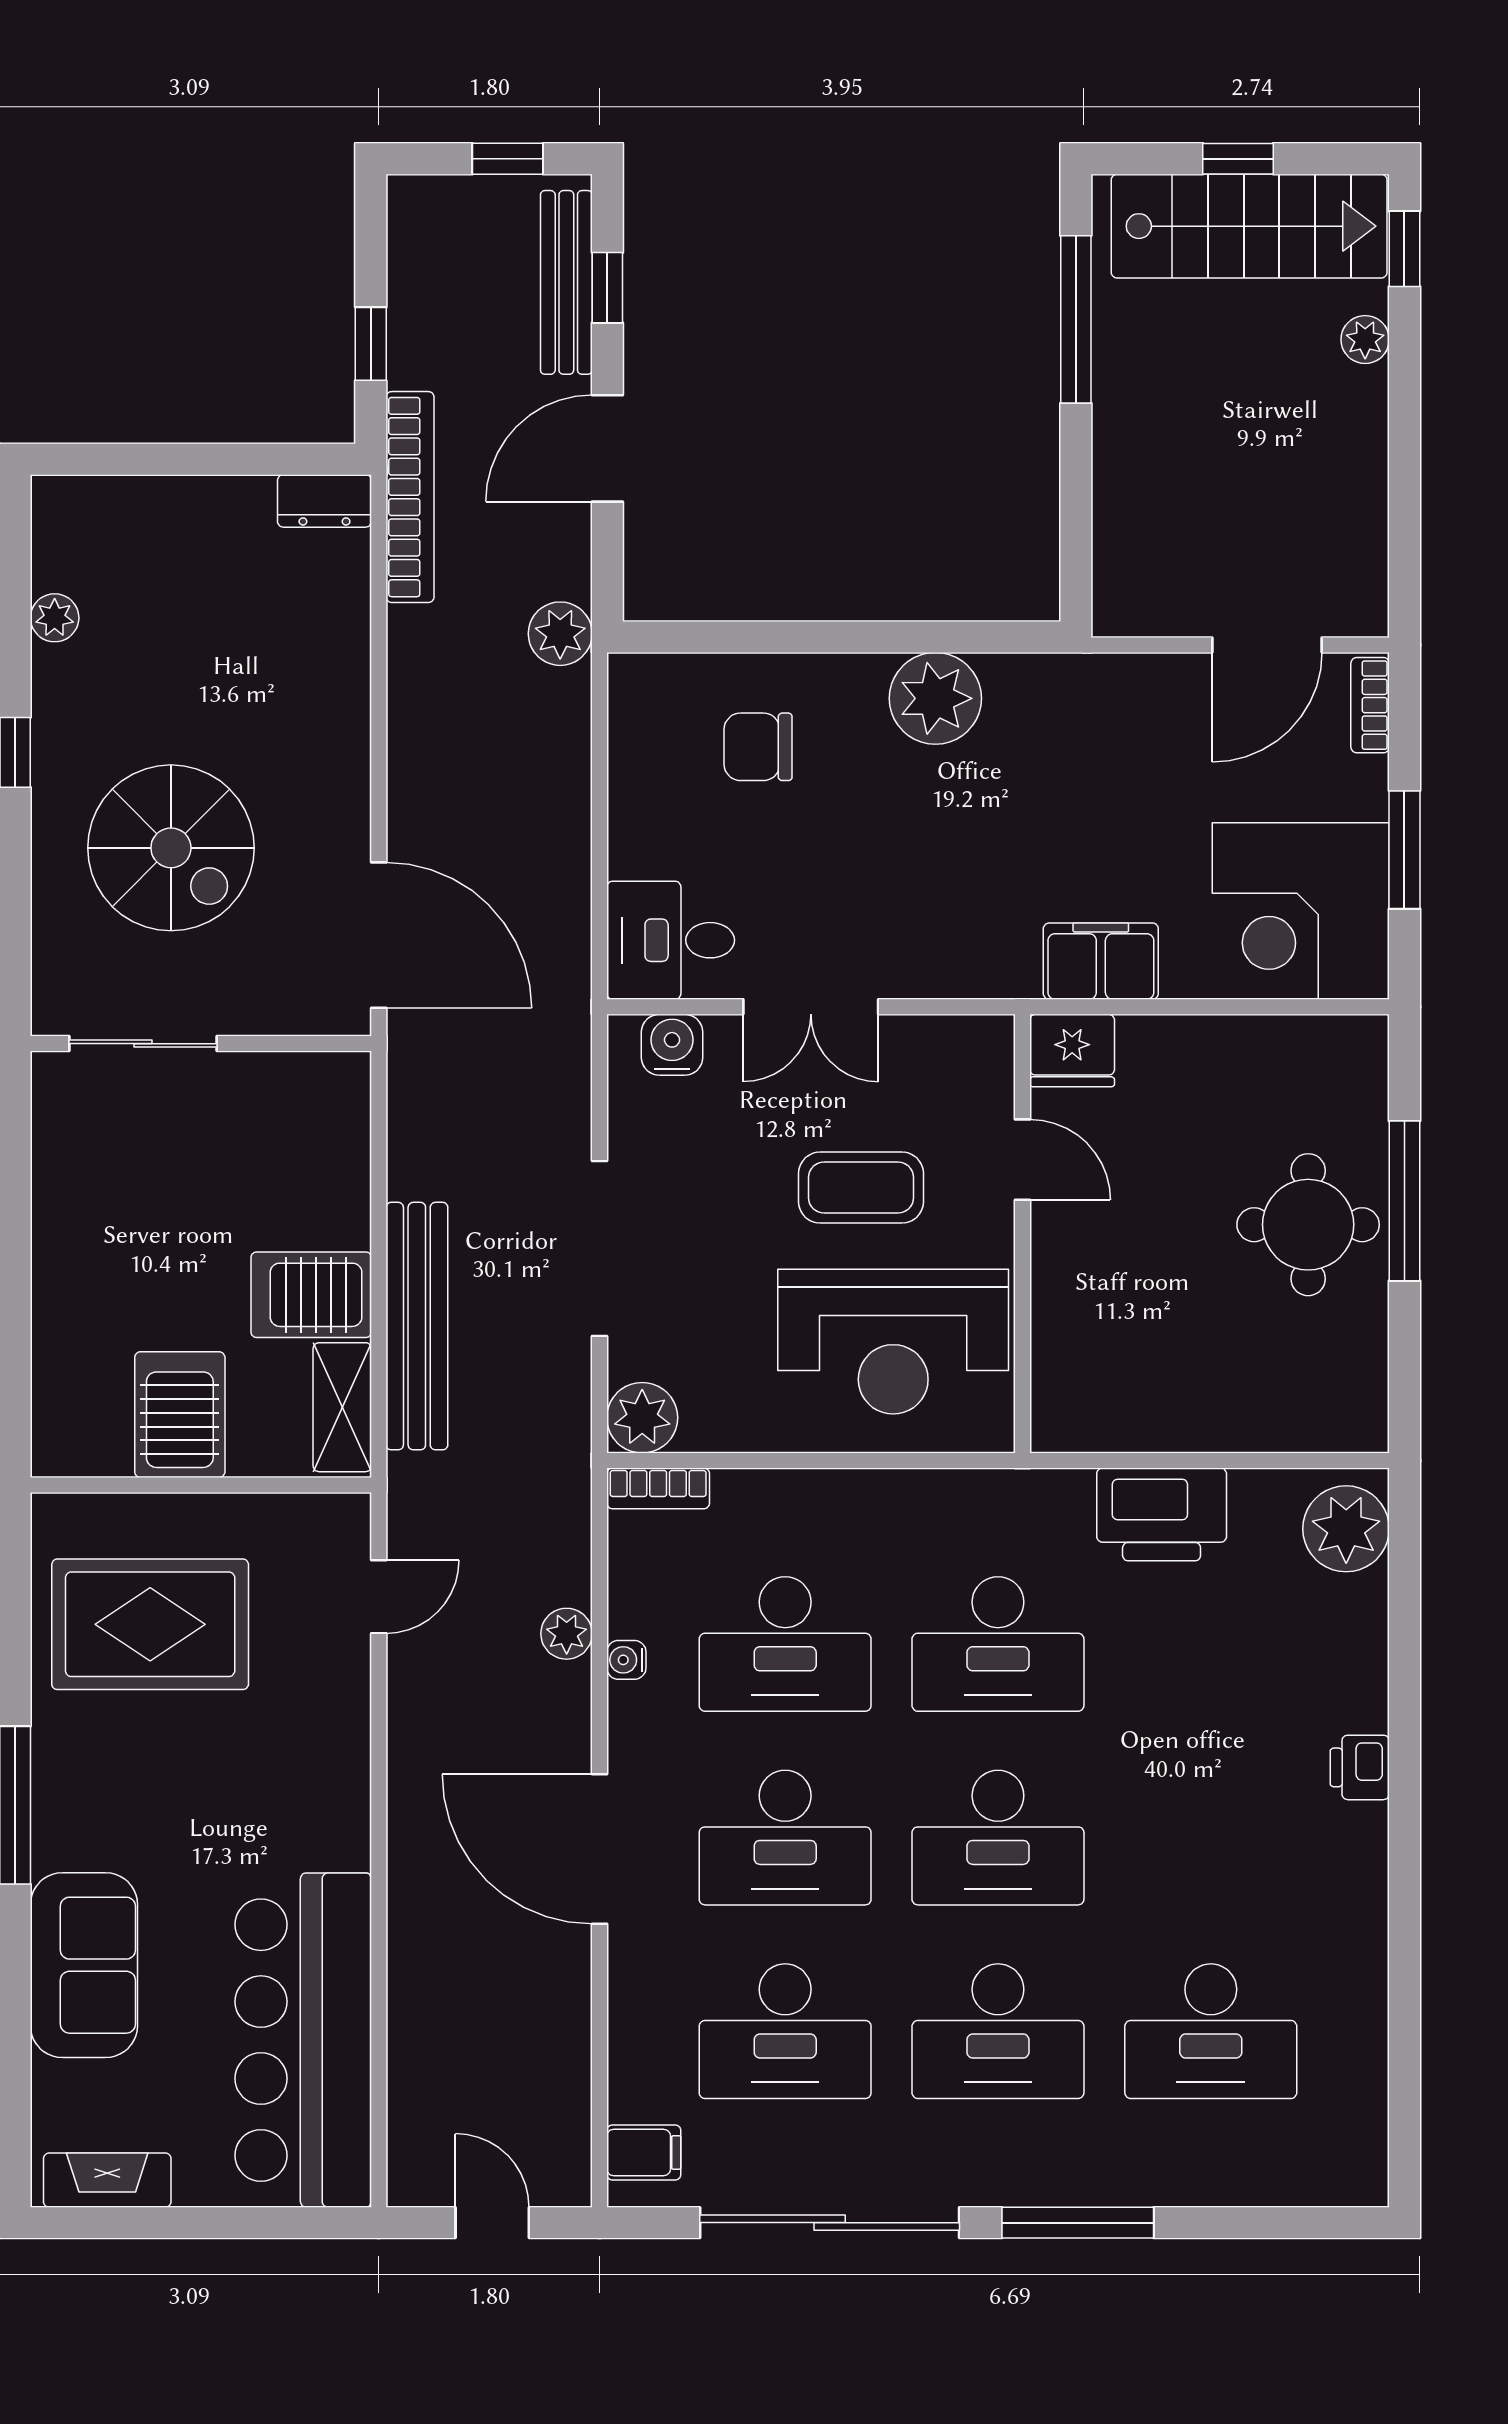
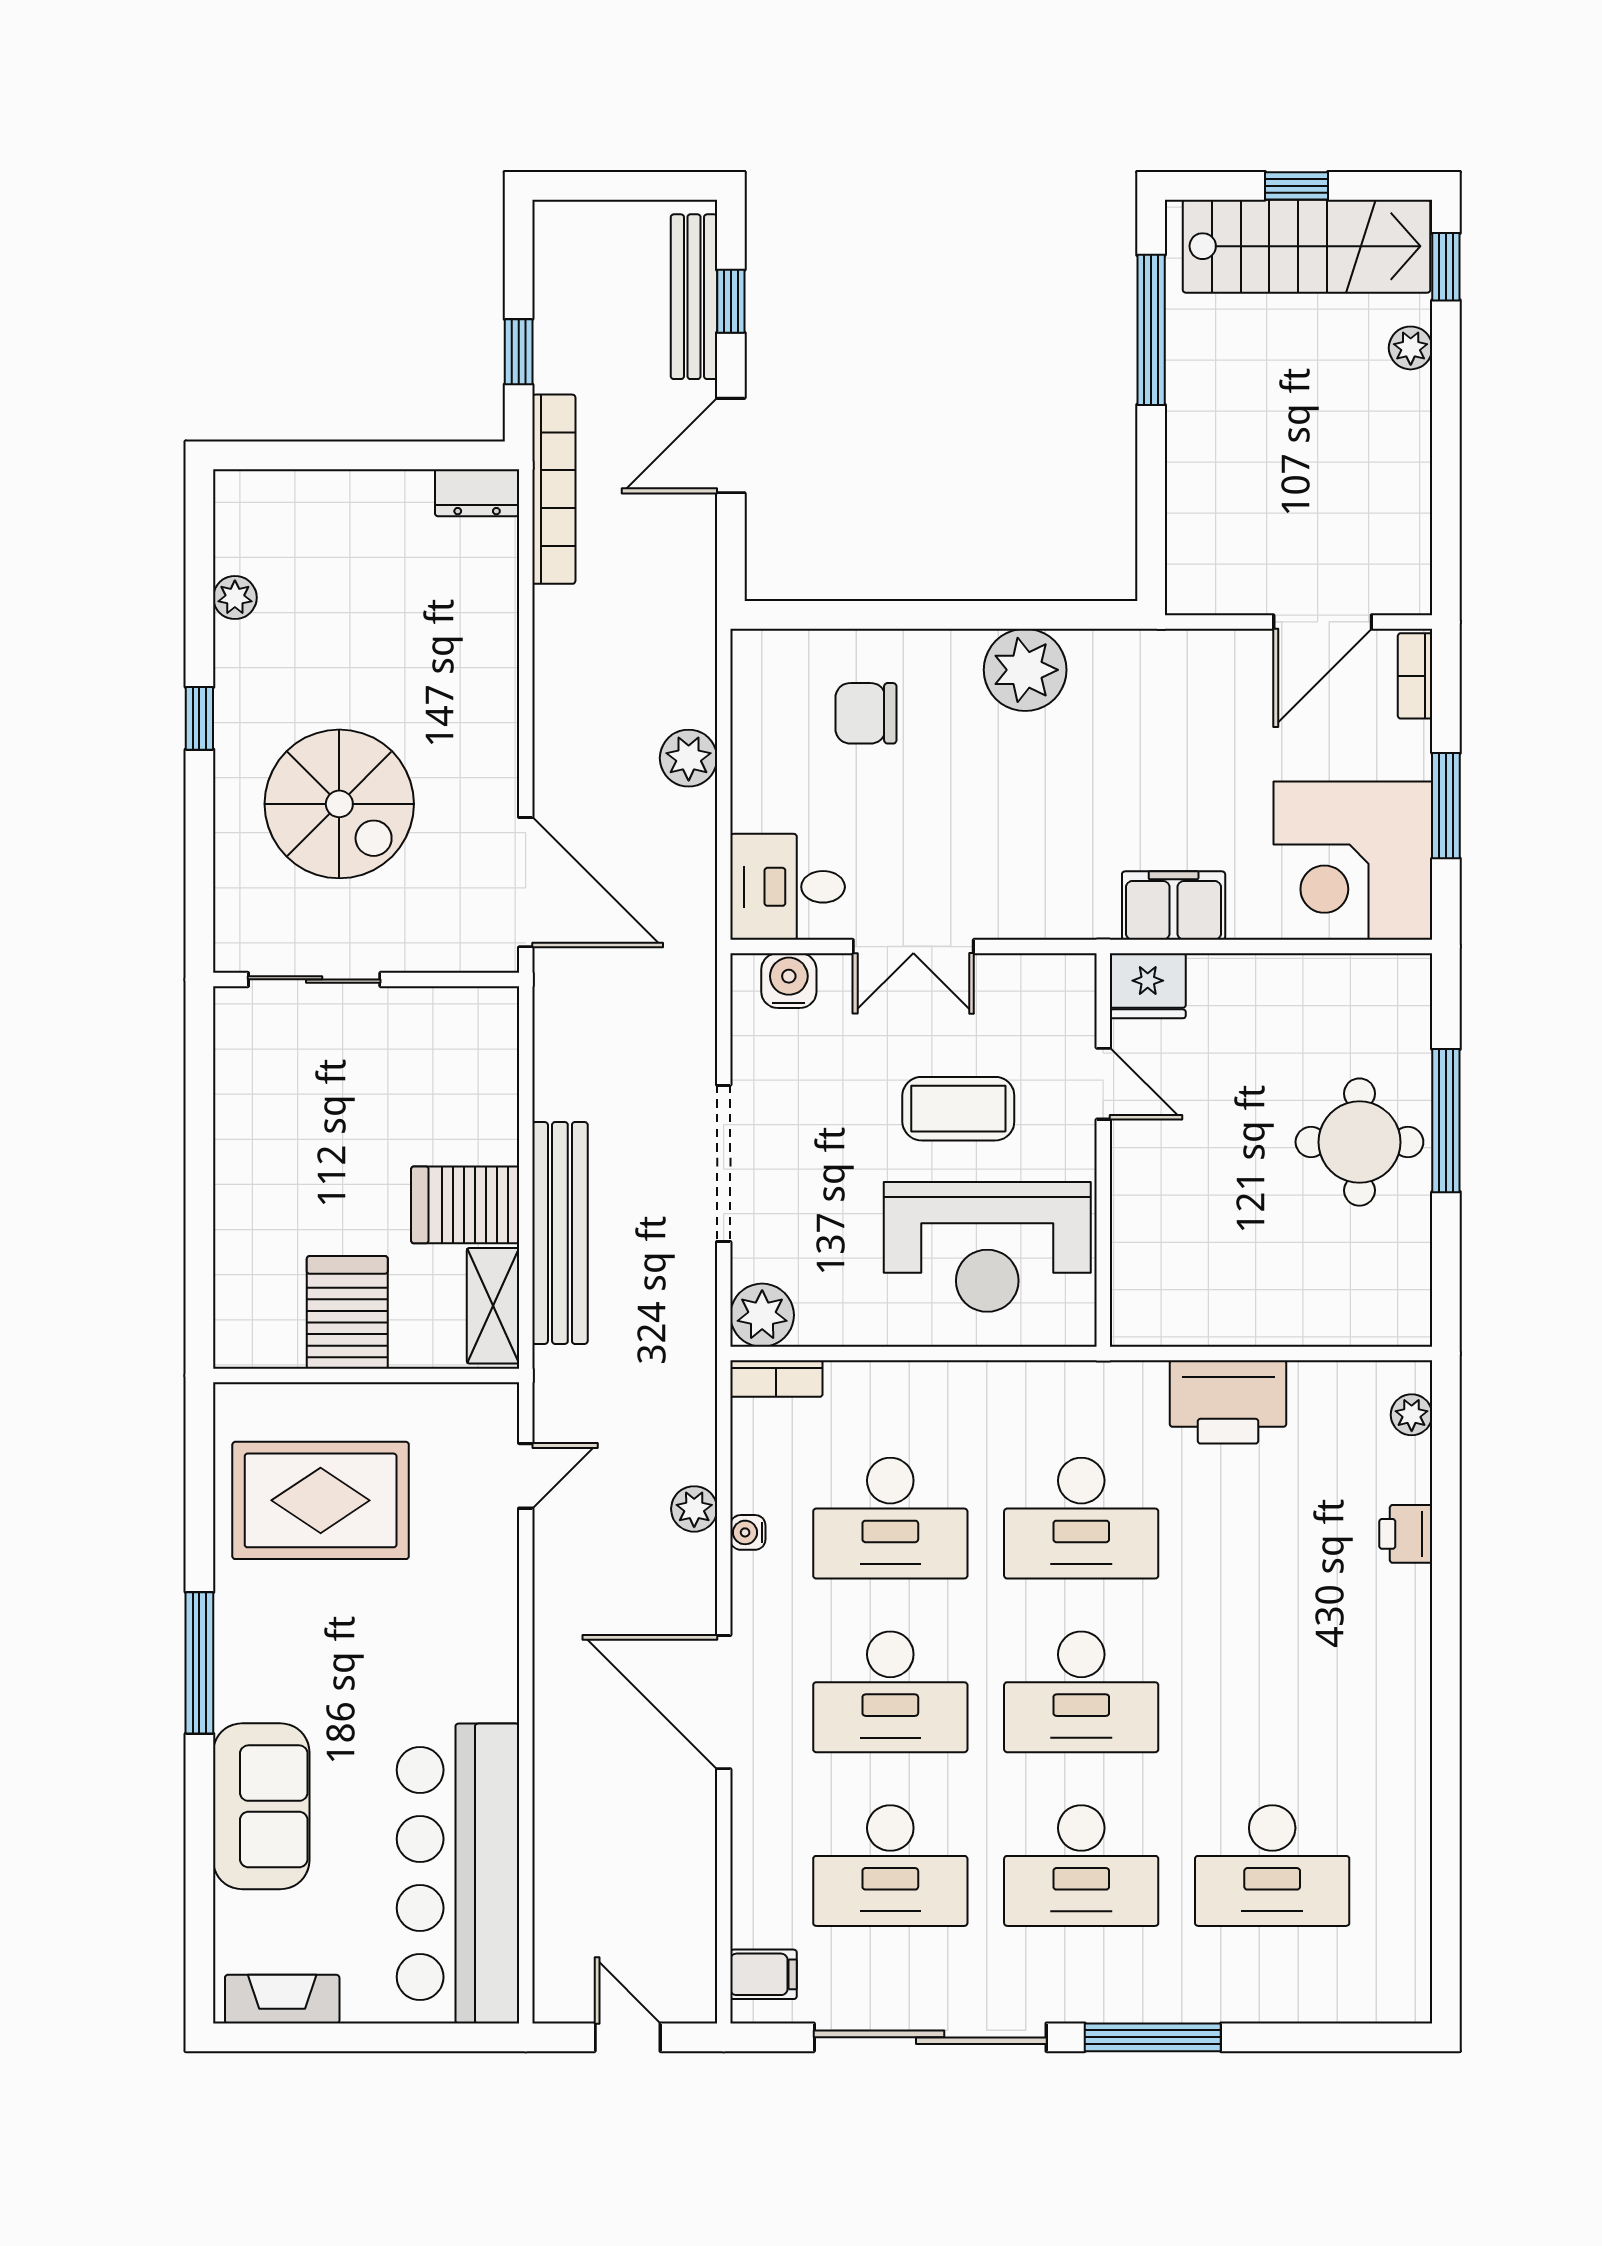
window: (508, 159) -> (641, 186), removed
plant: (560, 634) -> (689, 758), moved
plant: (1346, 1529) -> (1412, 1415), width x0.53, depth x0.53
printer: (1360, 1767) -> (1406, 1534), moved

